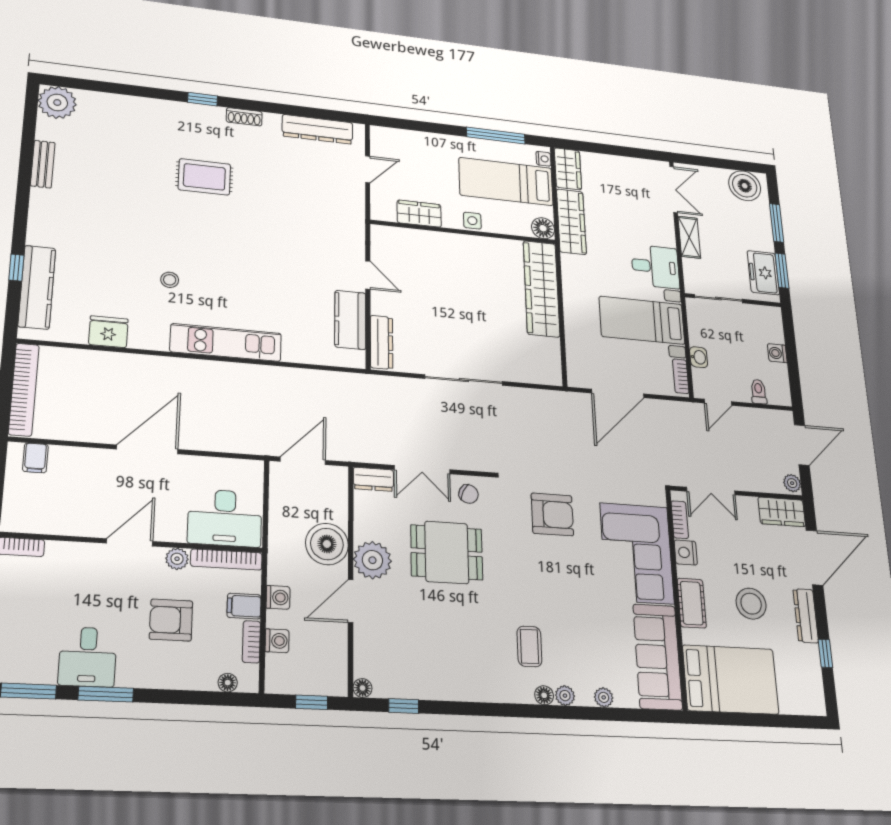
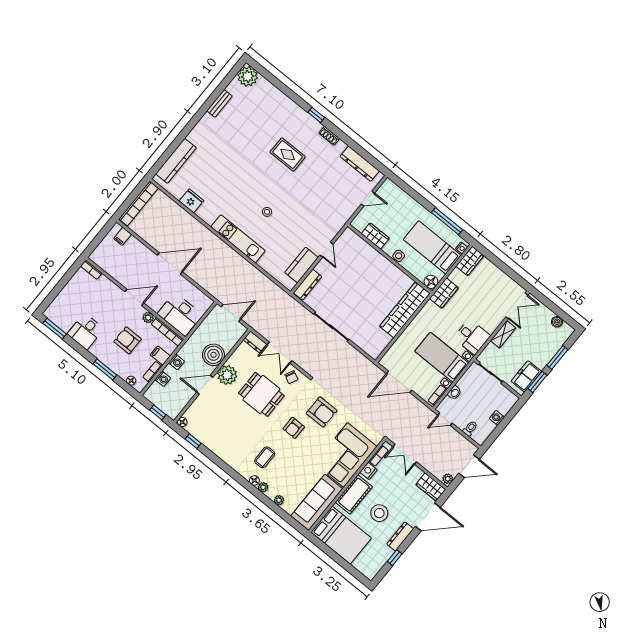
boiler: (745, 186) -> (557, 322), width x0.54, depth x0.54
wardrobe: (571, 222) -> (444, 293), width x0.67
window: (16, 268) -> (174, 146), removed
stool: (170, 280) -> (267, 212), moved
armchair: (533, 568) -> (294, 428), added
cot: (692, 603) -> (354, 494), width x1.37, depth x1.34
window: (106, 694) -> (105, 369), moved

